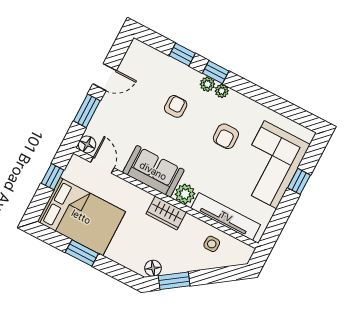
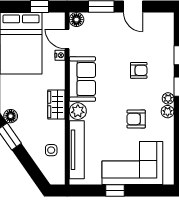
plant: (207, 84) -> (168, 112), moved
door: (102, 165) -> (67, 39), swing flipped
window: (299, 181) -> (115, 190), moved
nightstand: (116, 182) -> (60, 55), added

